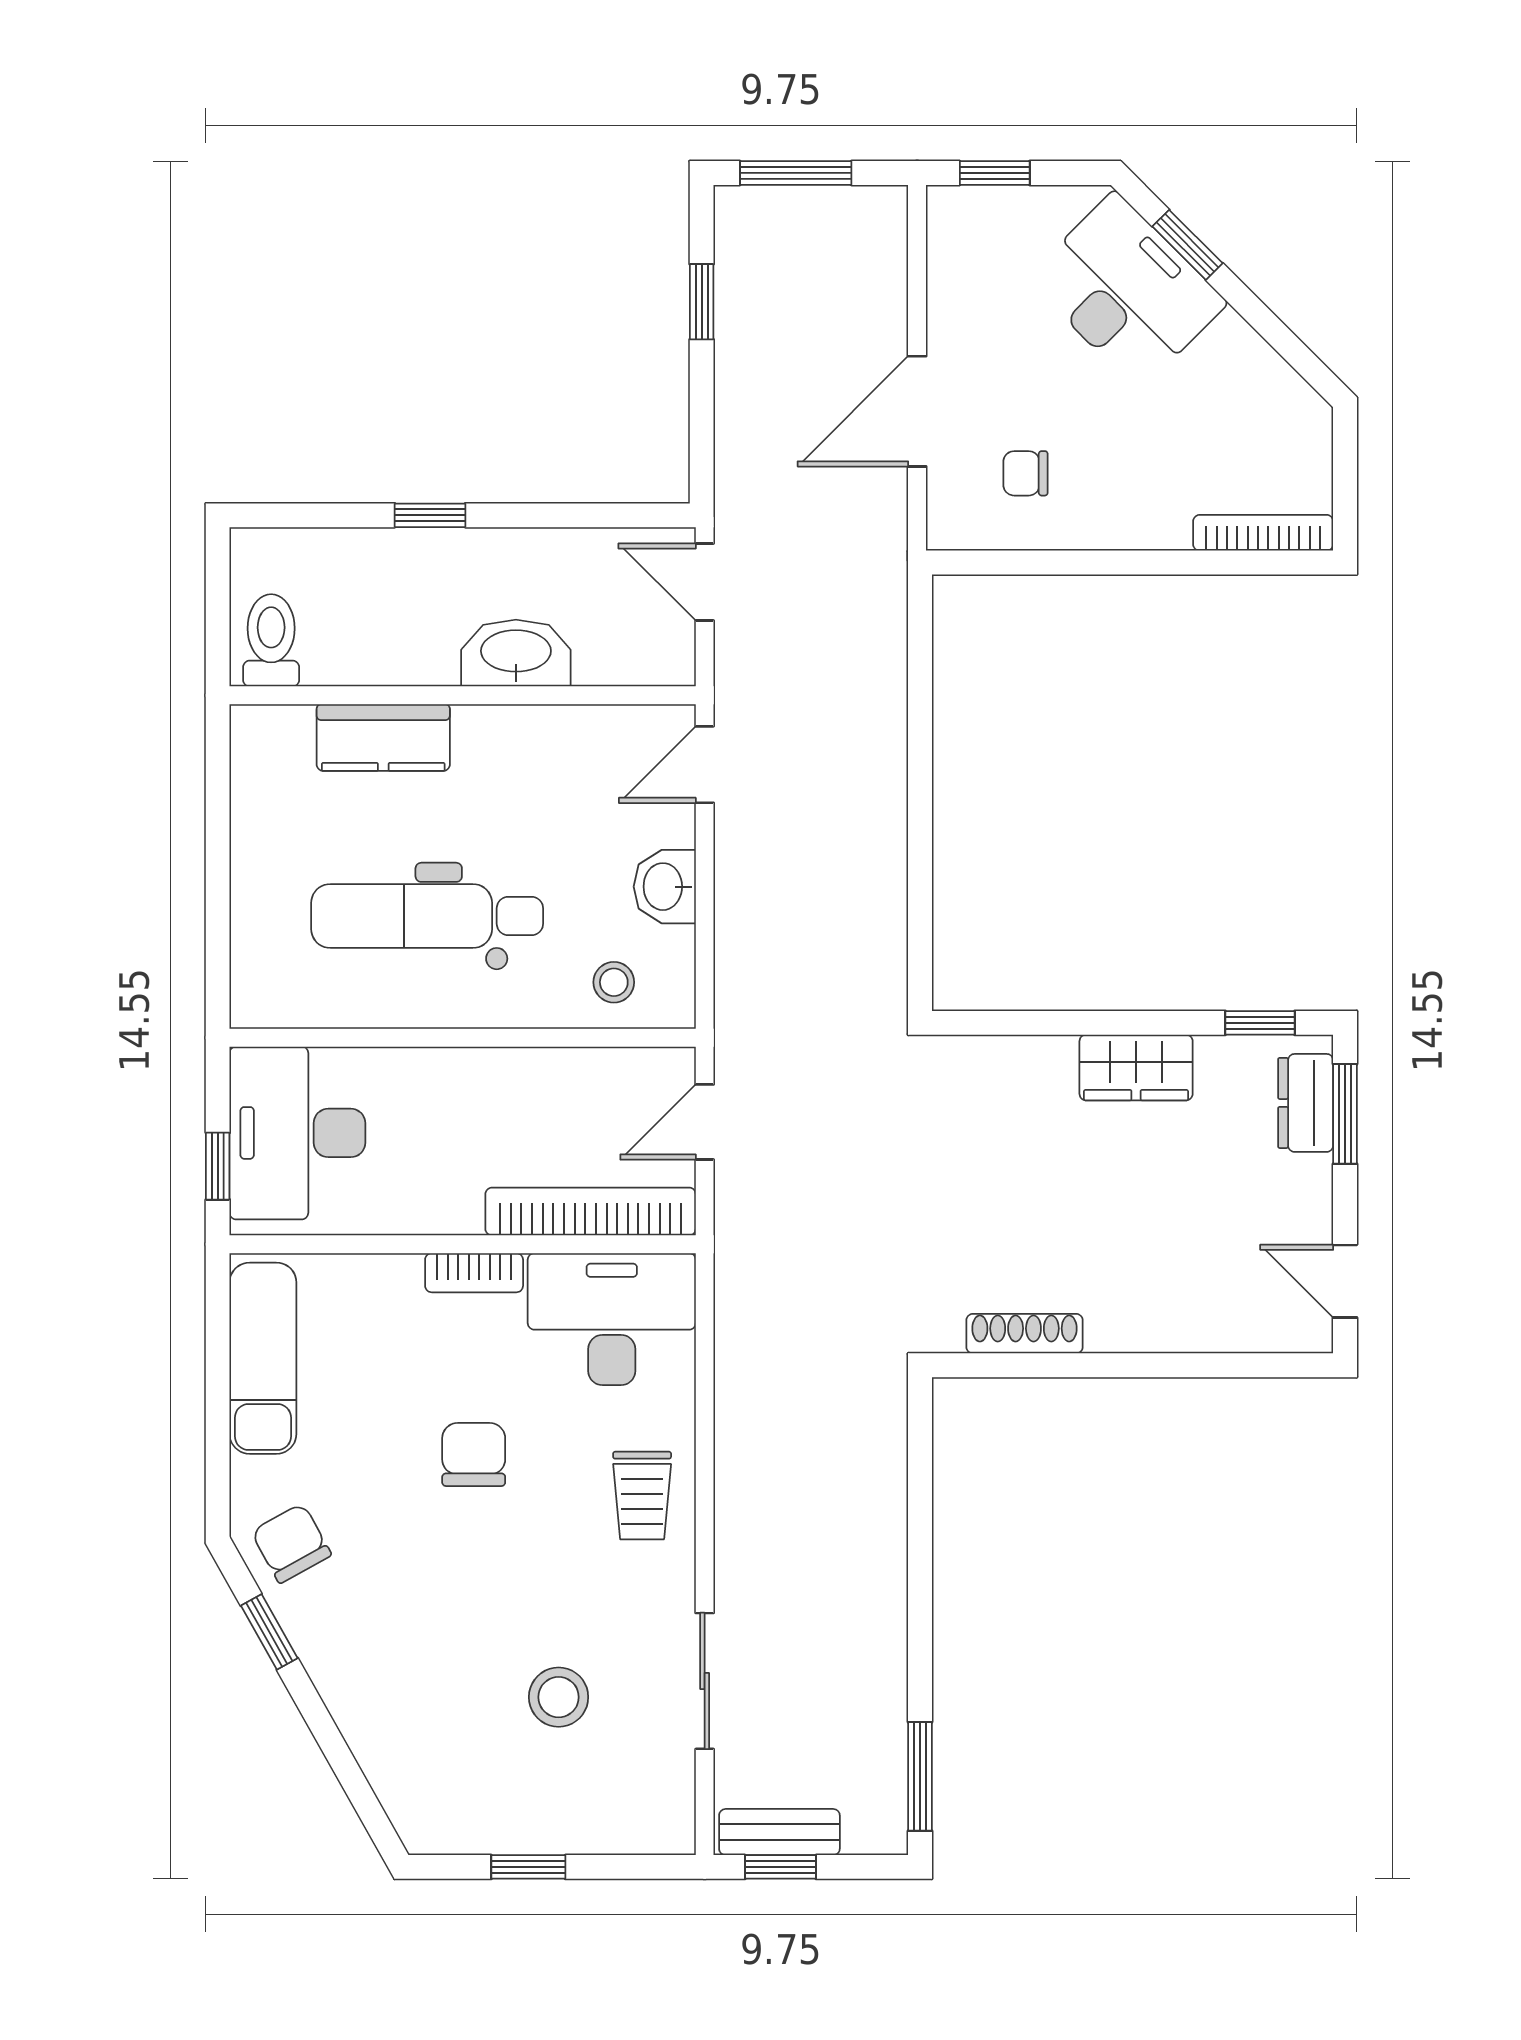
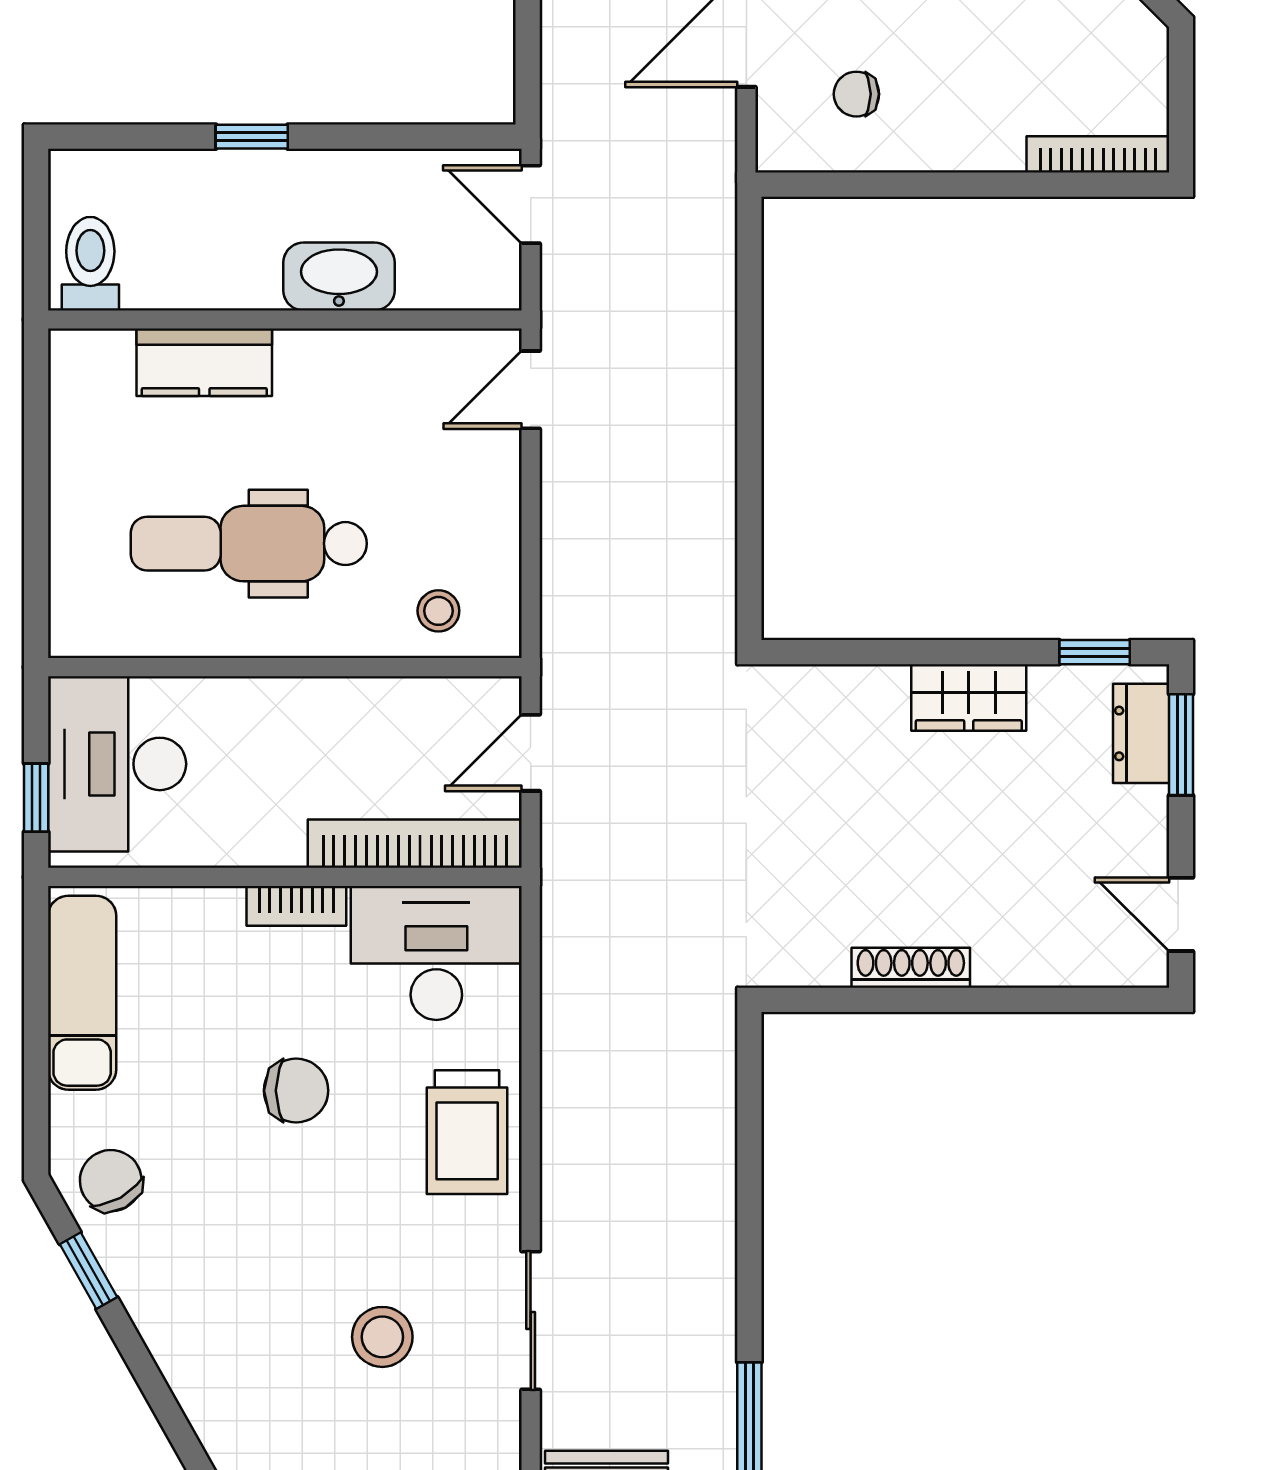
washbasin: (665, 887) -> (490, 514), removed
shoe rack: (1025, 1334) -> (911, 968), moved
chair: (474, 1454) -> (296, 1091), turned 90
trolley: (642, 1495) -> (467, 1132), width x1.36, depth x1.39

